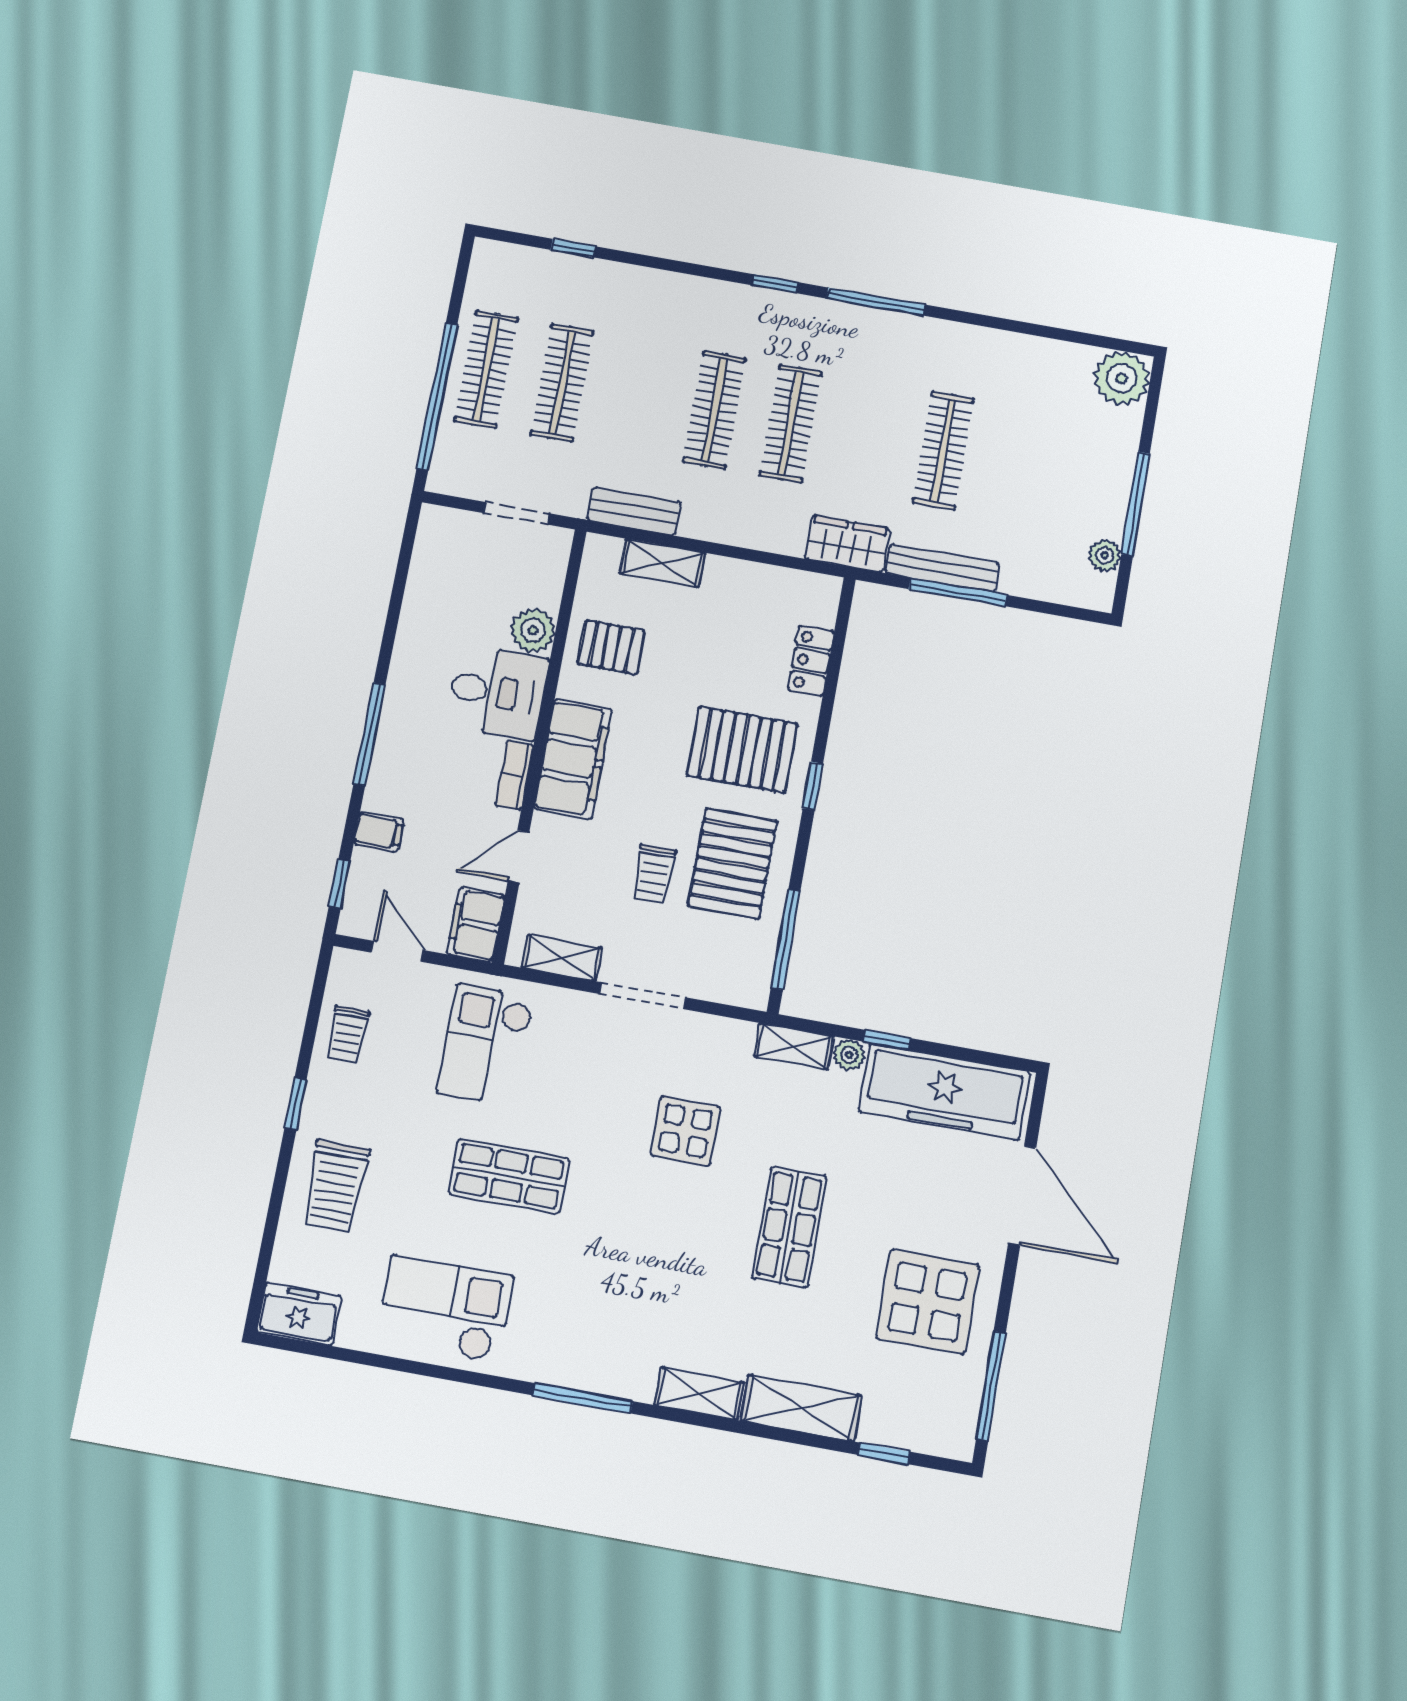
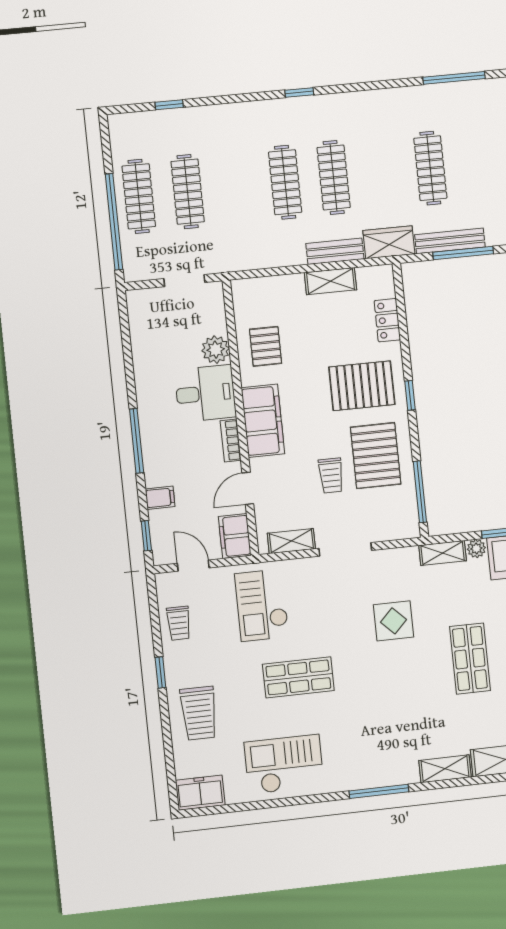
window: (876, 302) -> (454, 78), moved
bench: (634, 511) -> (335, 251), moved
shelving: (662, 563) -> (331, 281), moved
pallet: (611, 647) -> (266, 346), turned 90

